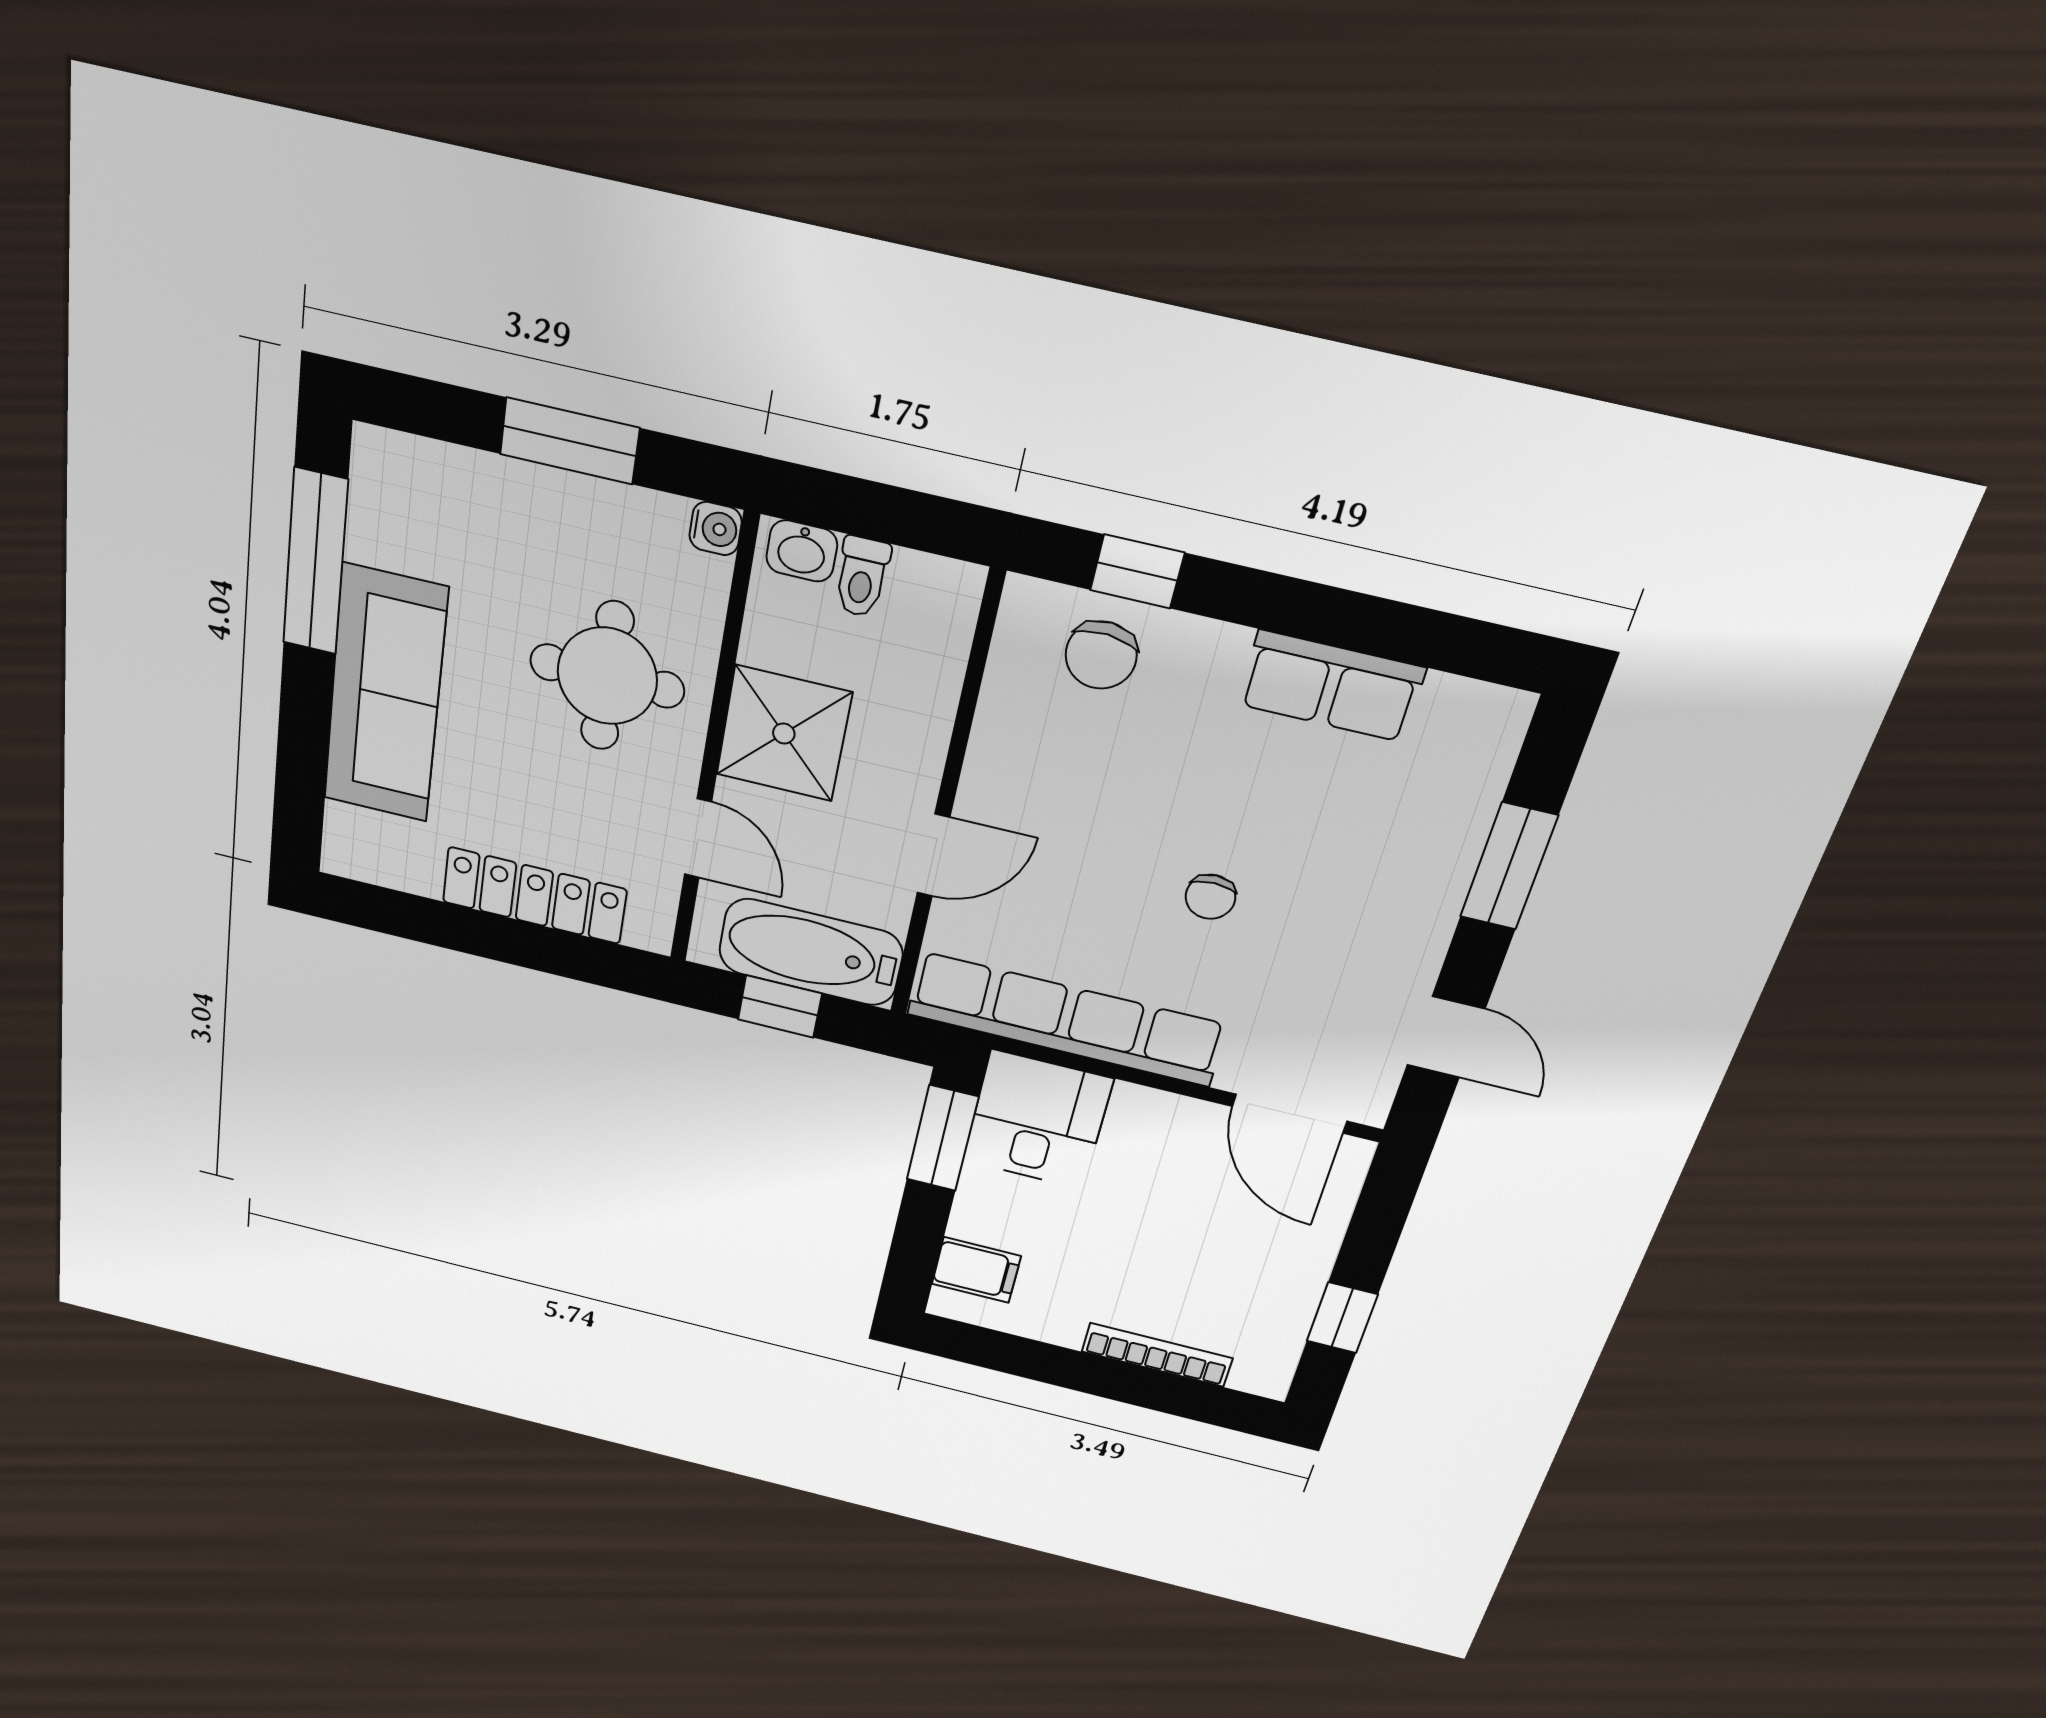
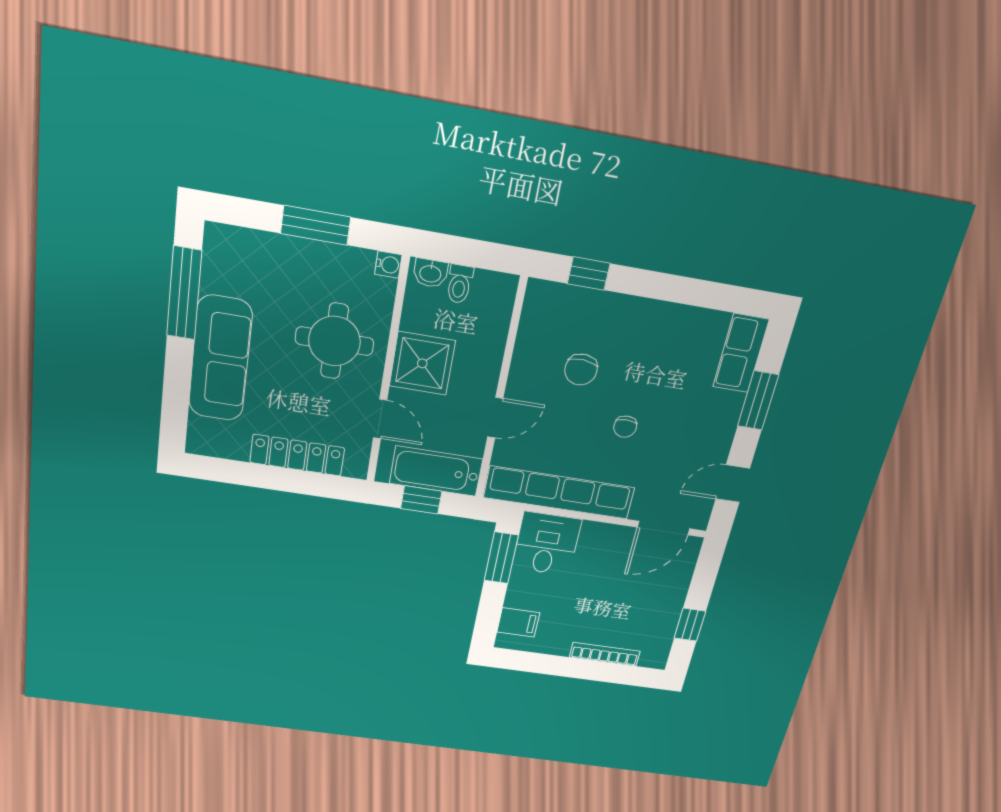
chair: (1101, 655) -> (581, 370), moved
row of seats: (1331, 686) -> (741, 353), moved, turned 90
door: (1446, 1037) -> (733, 484), swing flipped
door: (1289, 1114) -> (664, 528), hinge flipped

